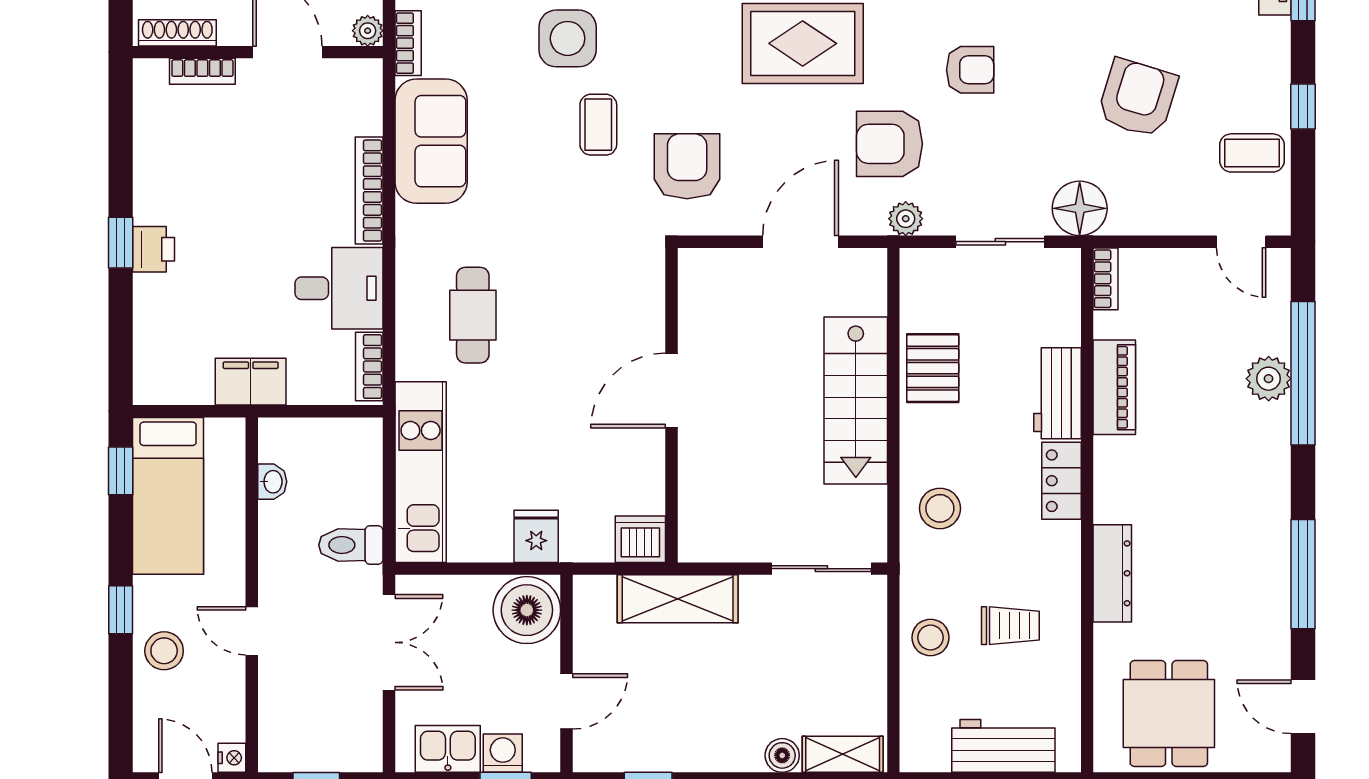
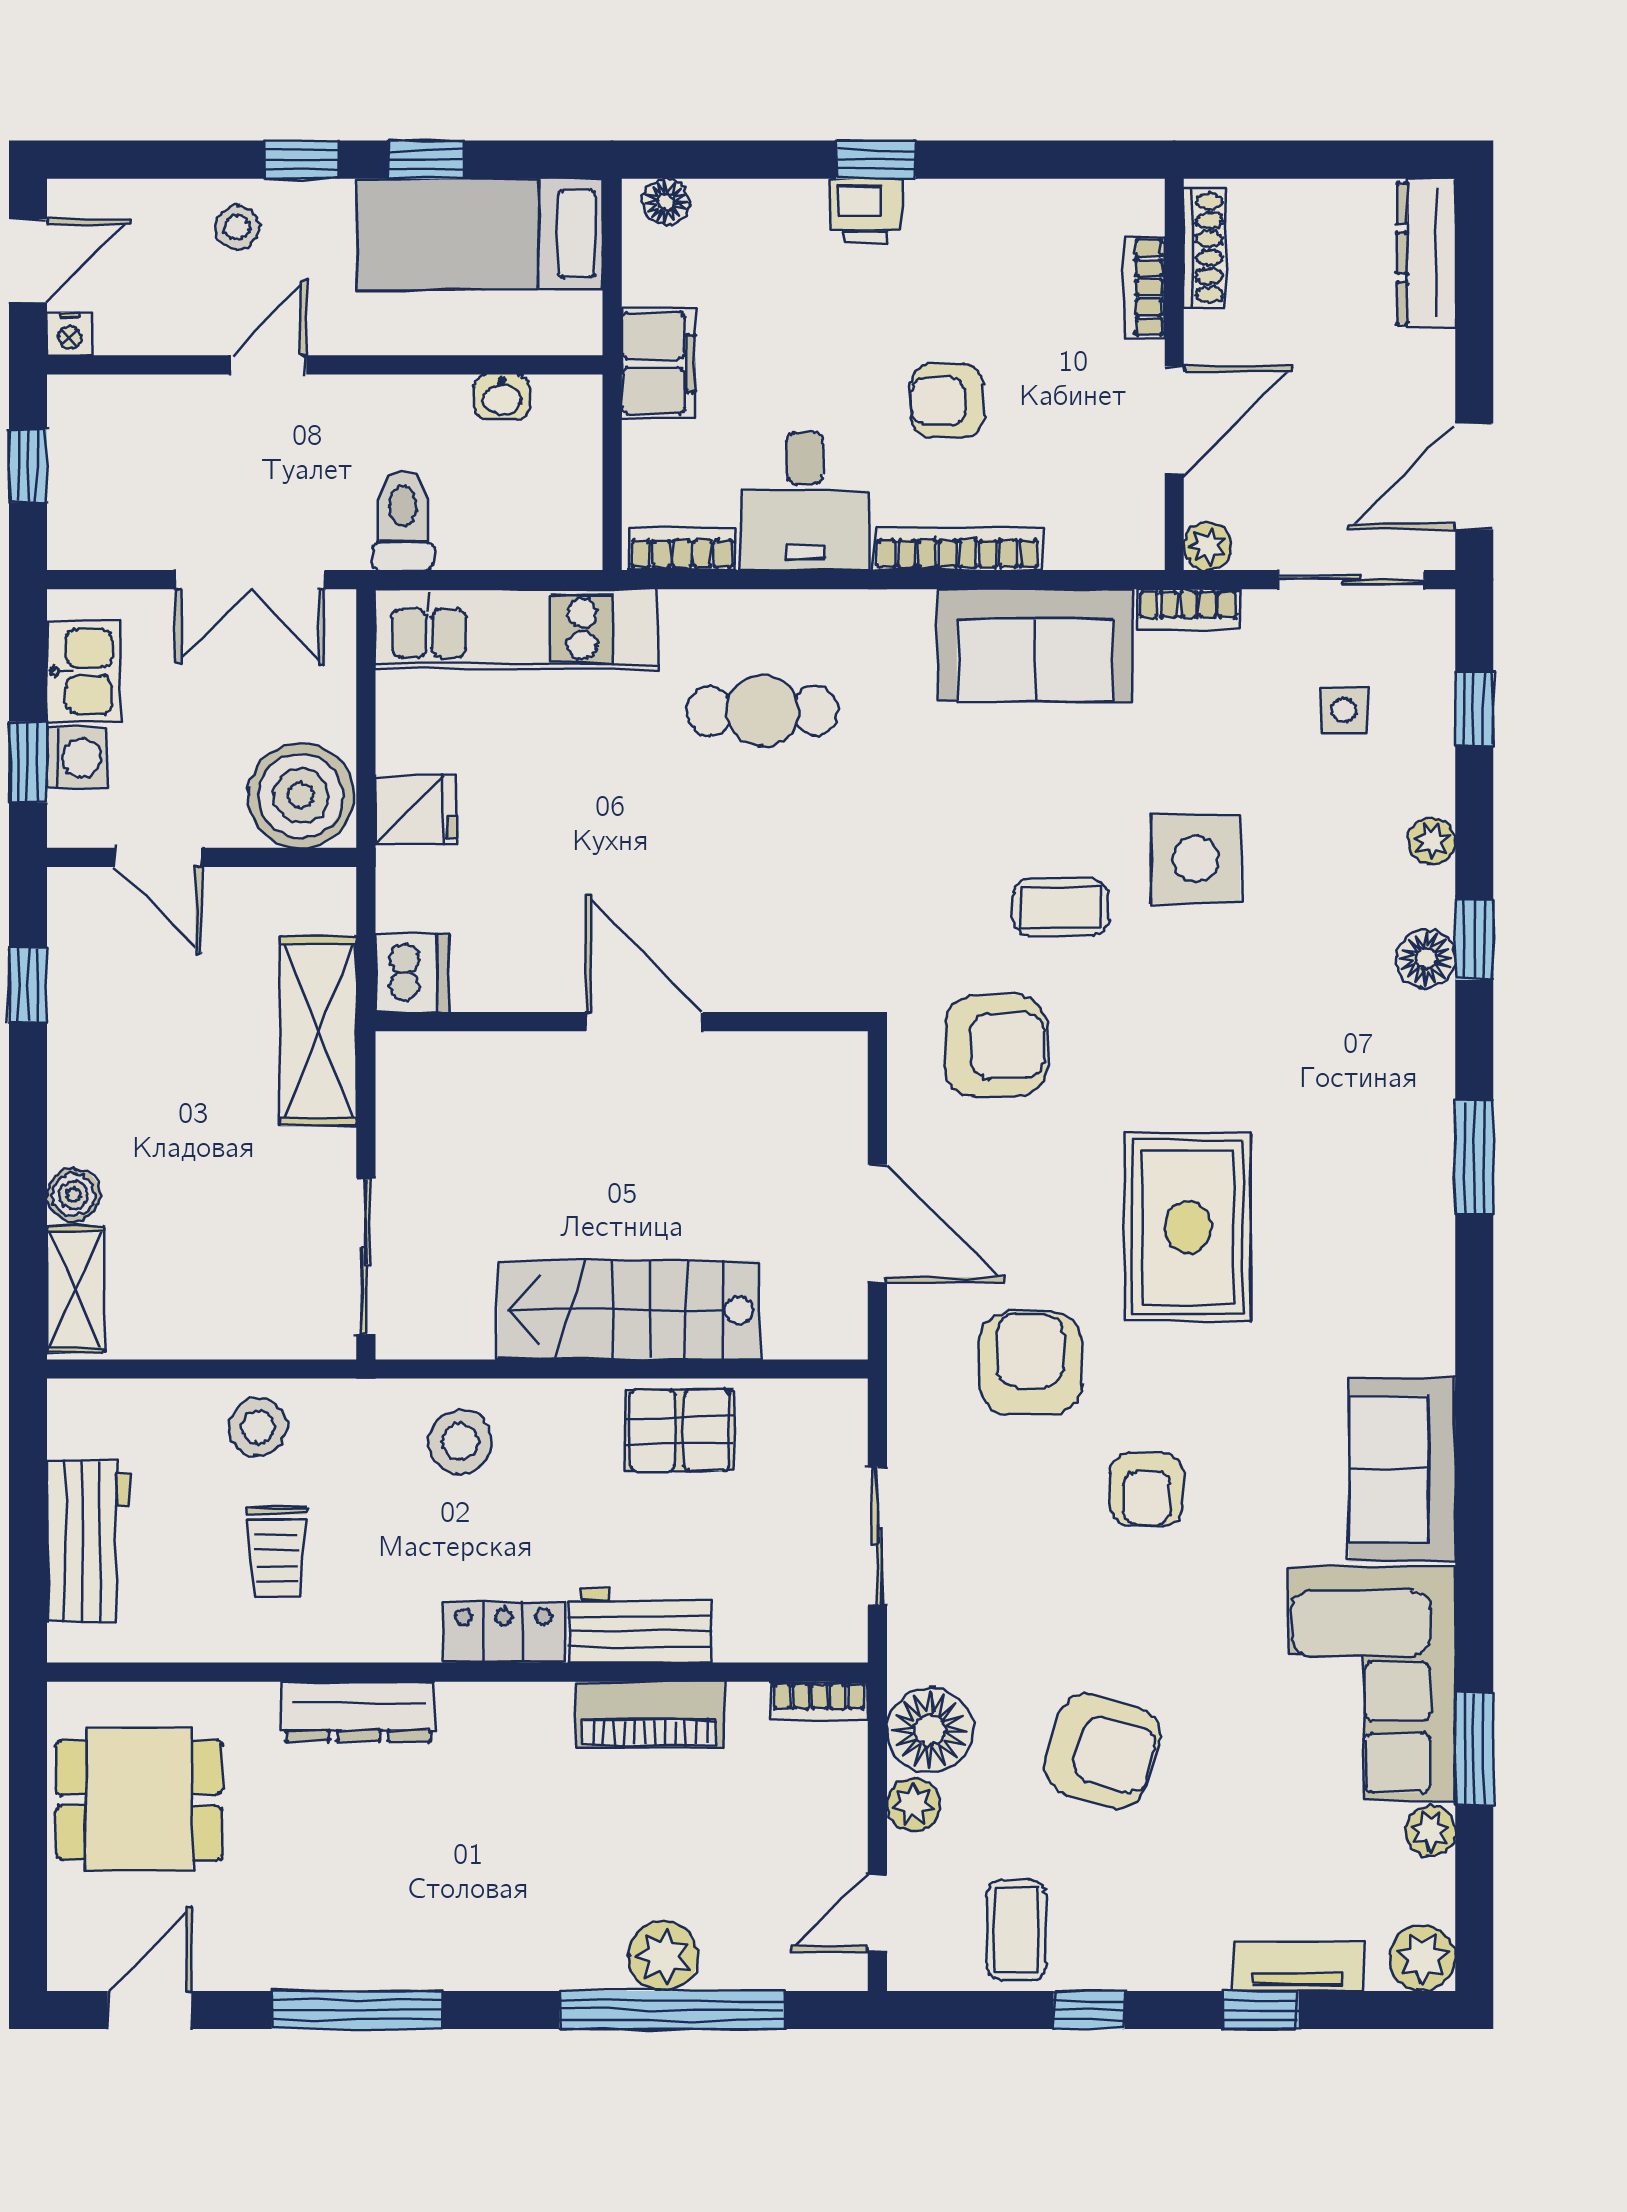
armchair: (275, 197) -> (947, 401), added
floor lamp: (1080, 208) -> (930, 1730), moved
plant: (906, 219) -> (913, 1804), moved
floor lamp: (148, 377) -> (666, 202), added
window: (121, 471) -> (426, 160), moved
stool: (164, 651) -> (237, 228), width x0.73, depth x0.73

